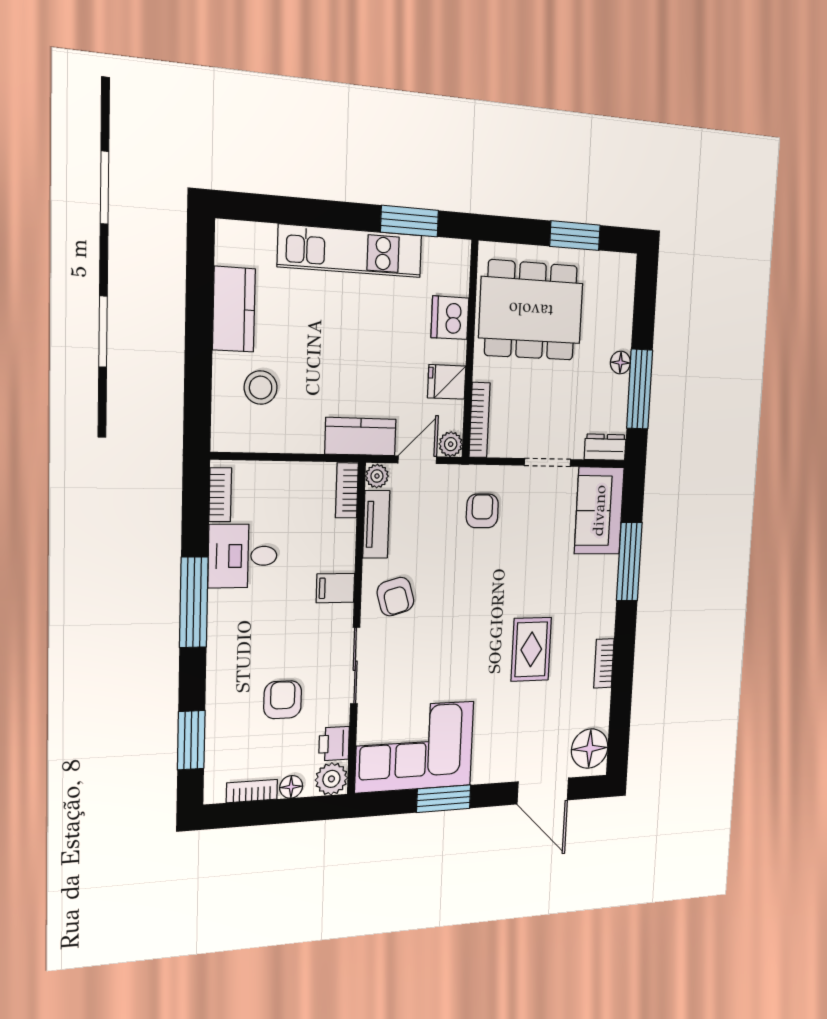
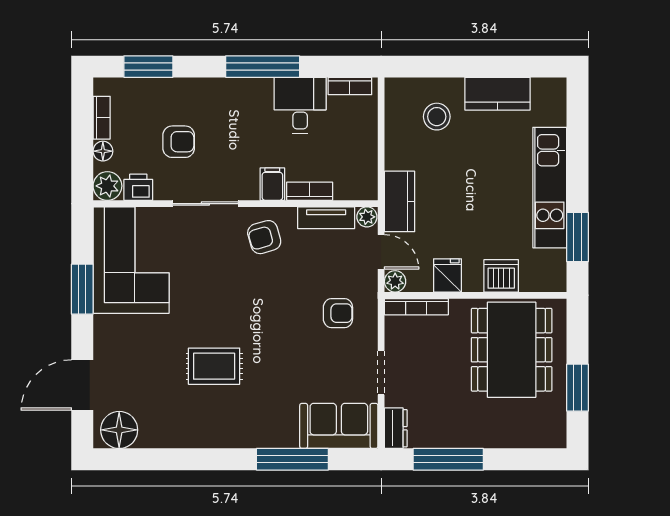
floor lamp: (620, 363) -> (471, 439), removed
bookcase: (347, 490) -> (310, 191), moved
bookcase: (604, 663) -> (199, 439), removed

